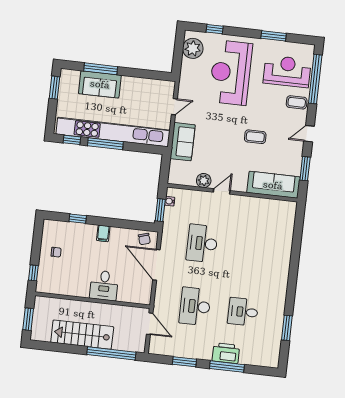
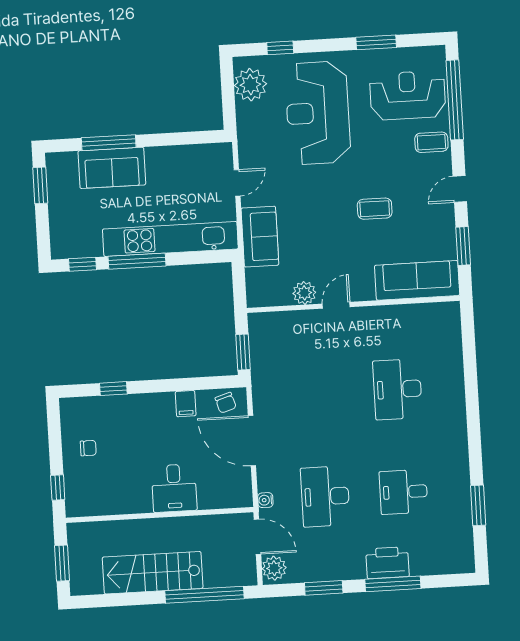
kitchen unit: (113, 132) -> (170, 239), width x0.73
water cooler: (170, 201) -> (265, 500), moved
filing cabinet: (103, 233) -> (186, 404), moved
desk: (202, 243) -> (398, 389), moved
plant: (156, 345) -> (274, 568), added

